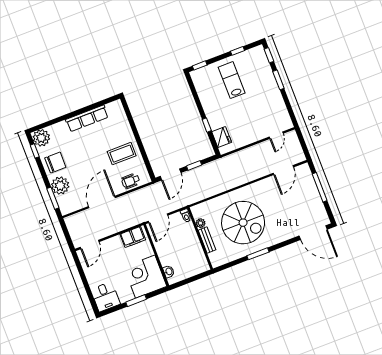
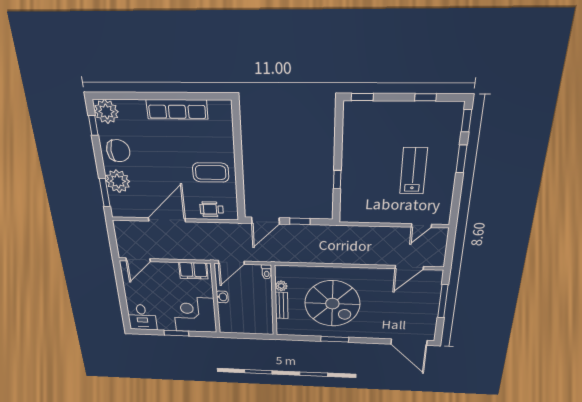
lab bench: (232, 80) -> (413, 171), moved
fridge: (222, 137) -> (350, 201), removed
washbasin: (169, 272) -> (222, 297), moved

